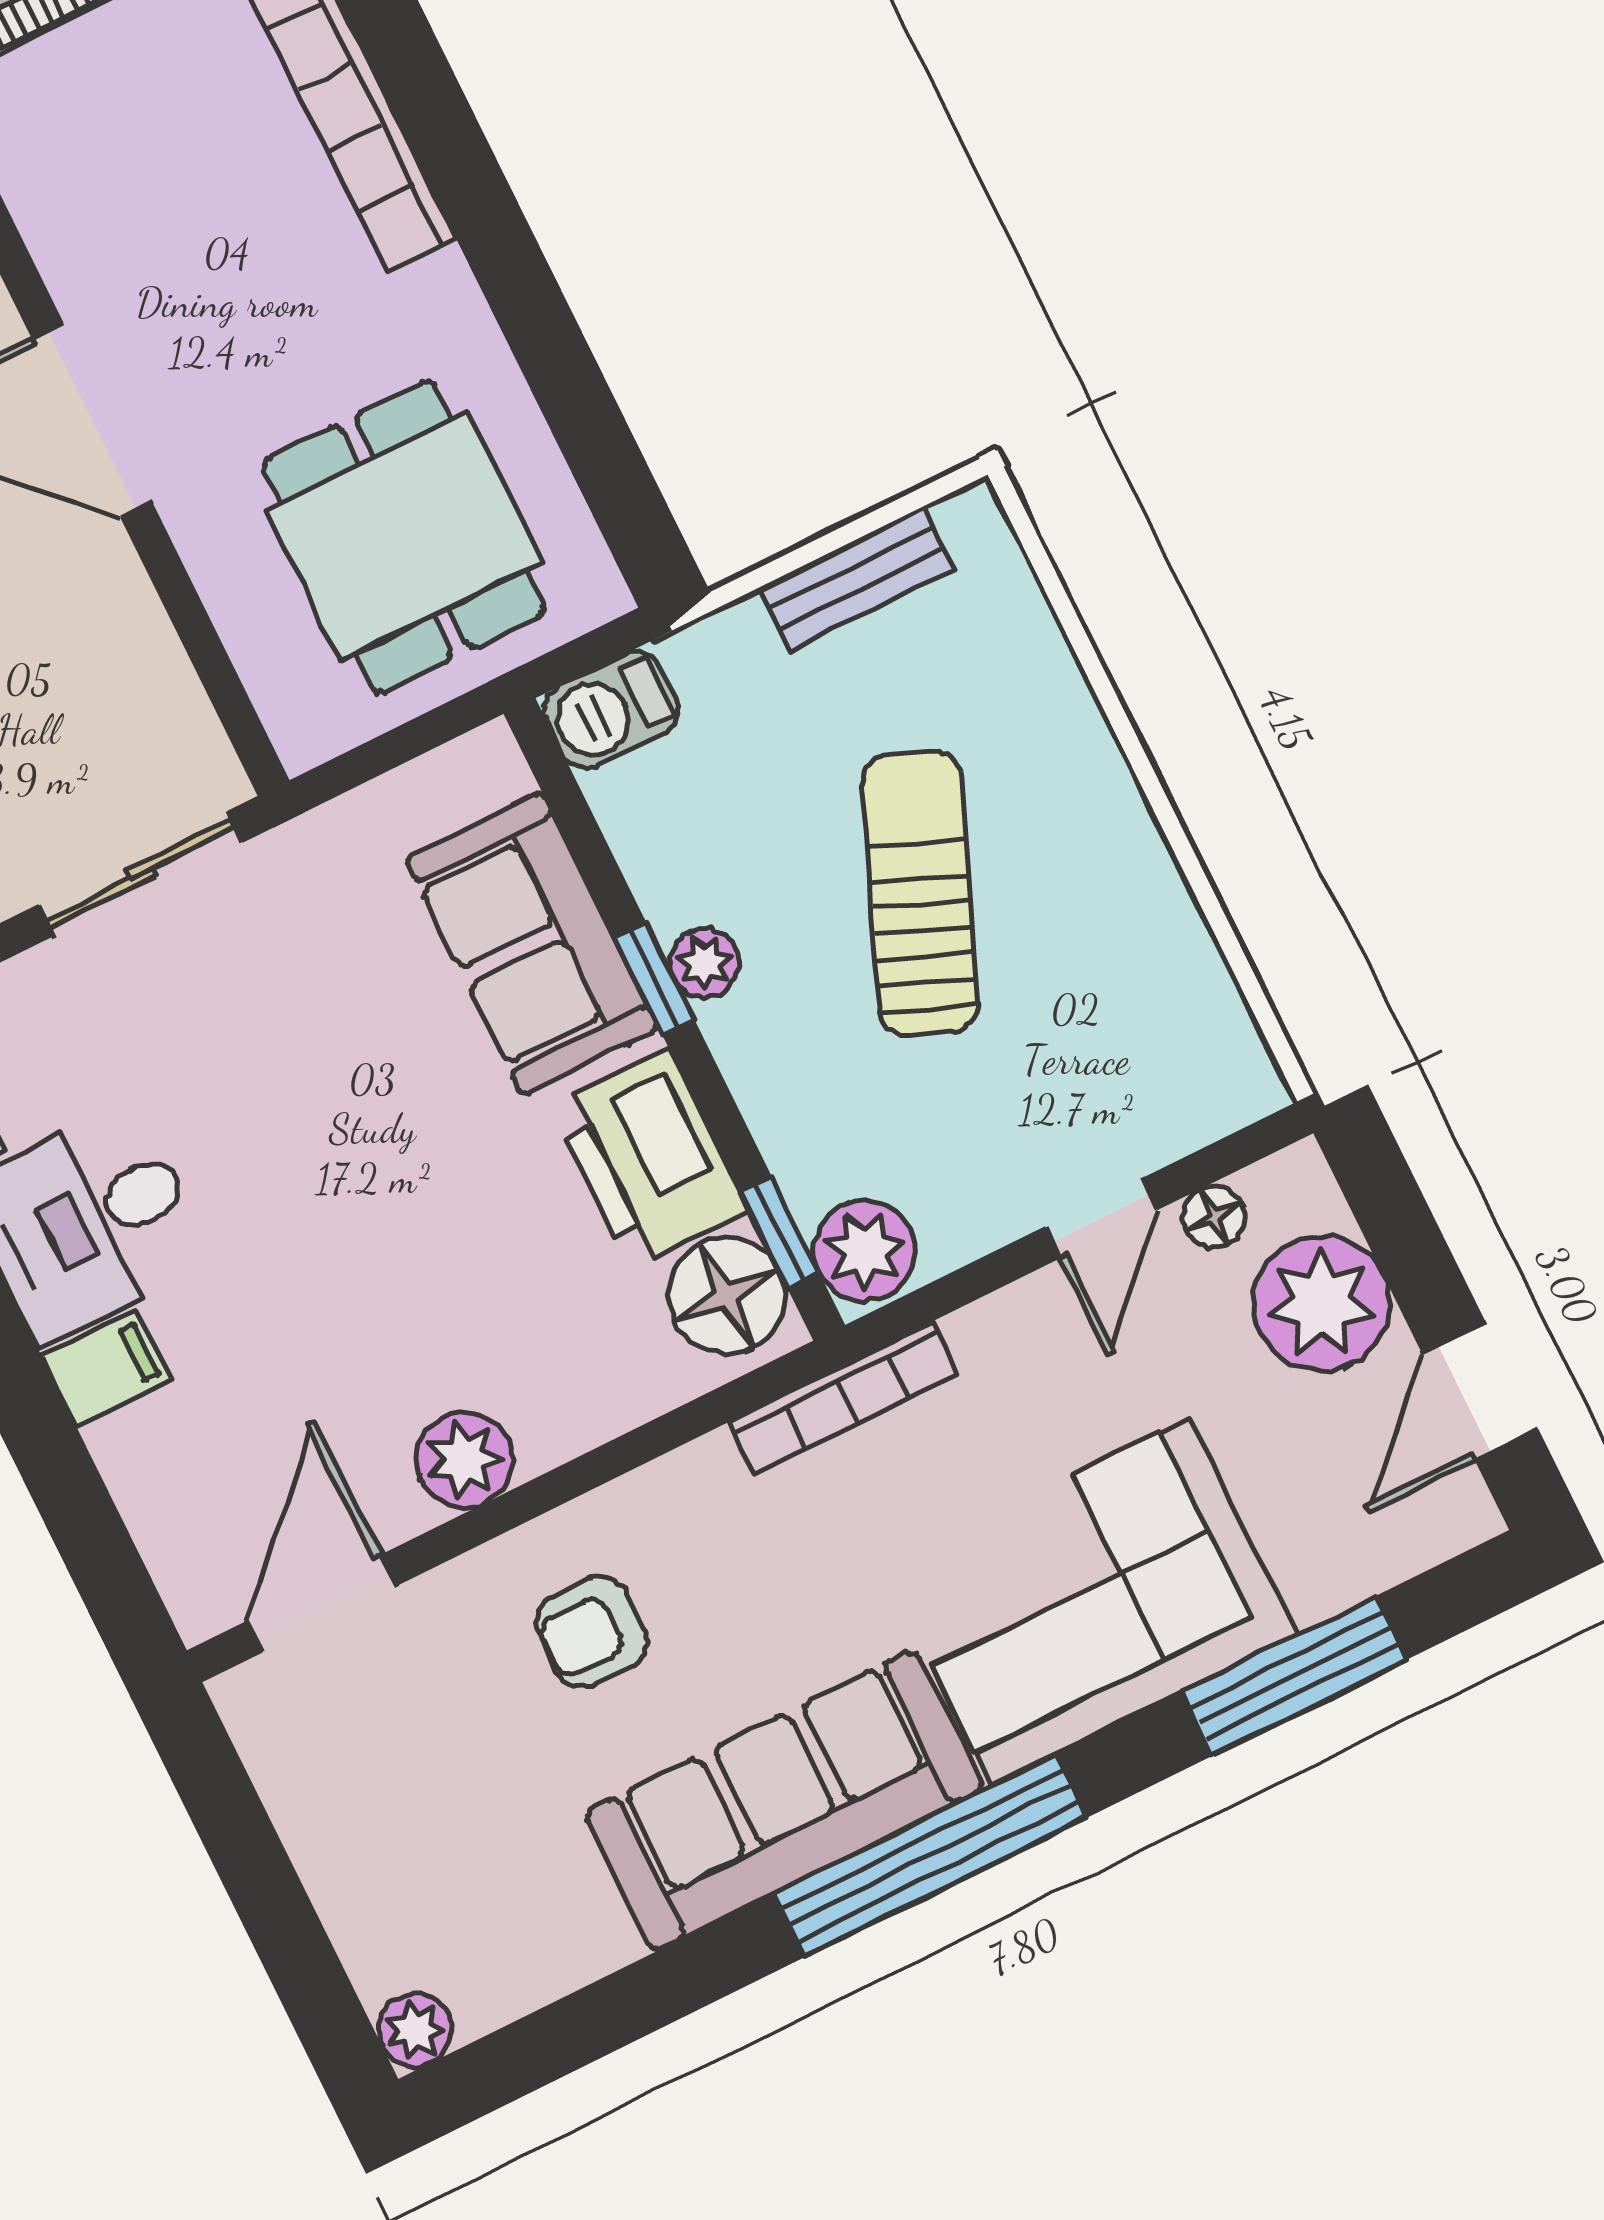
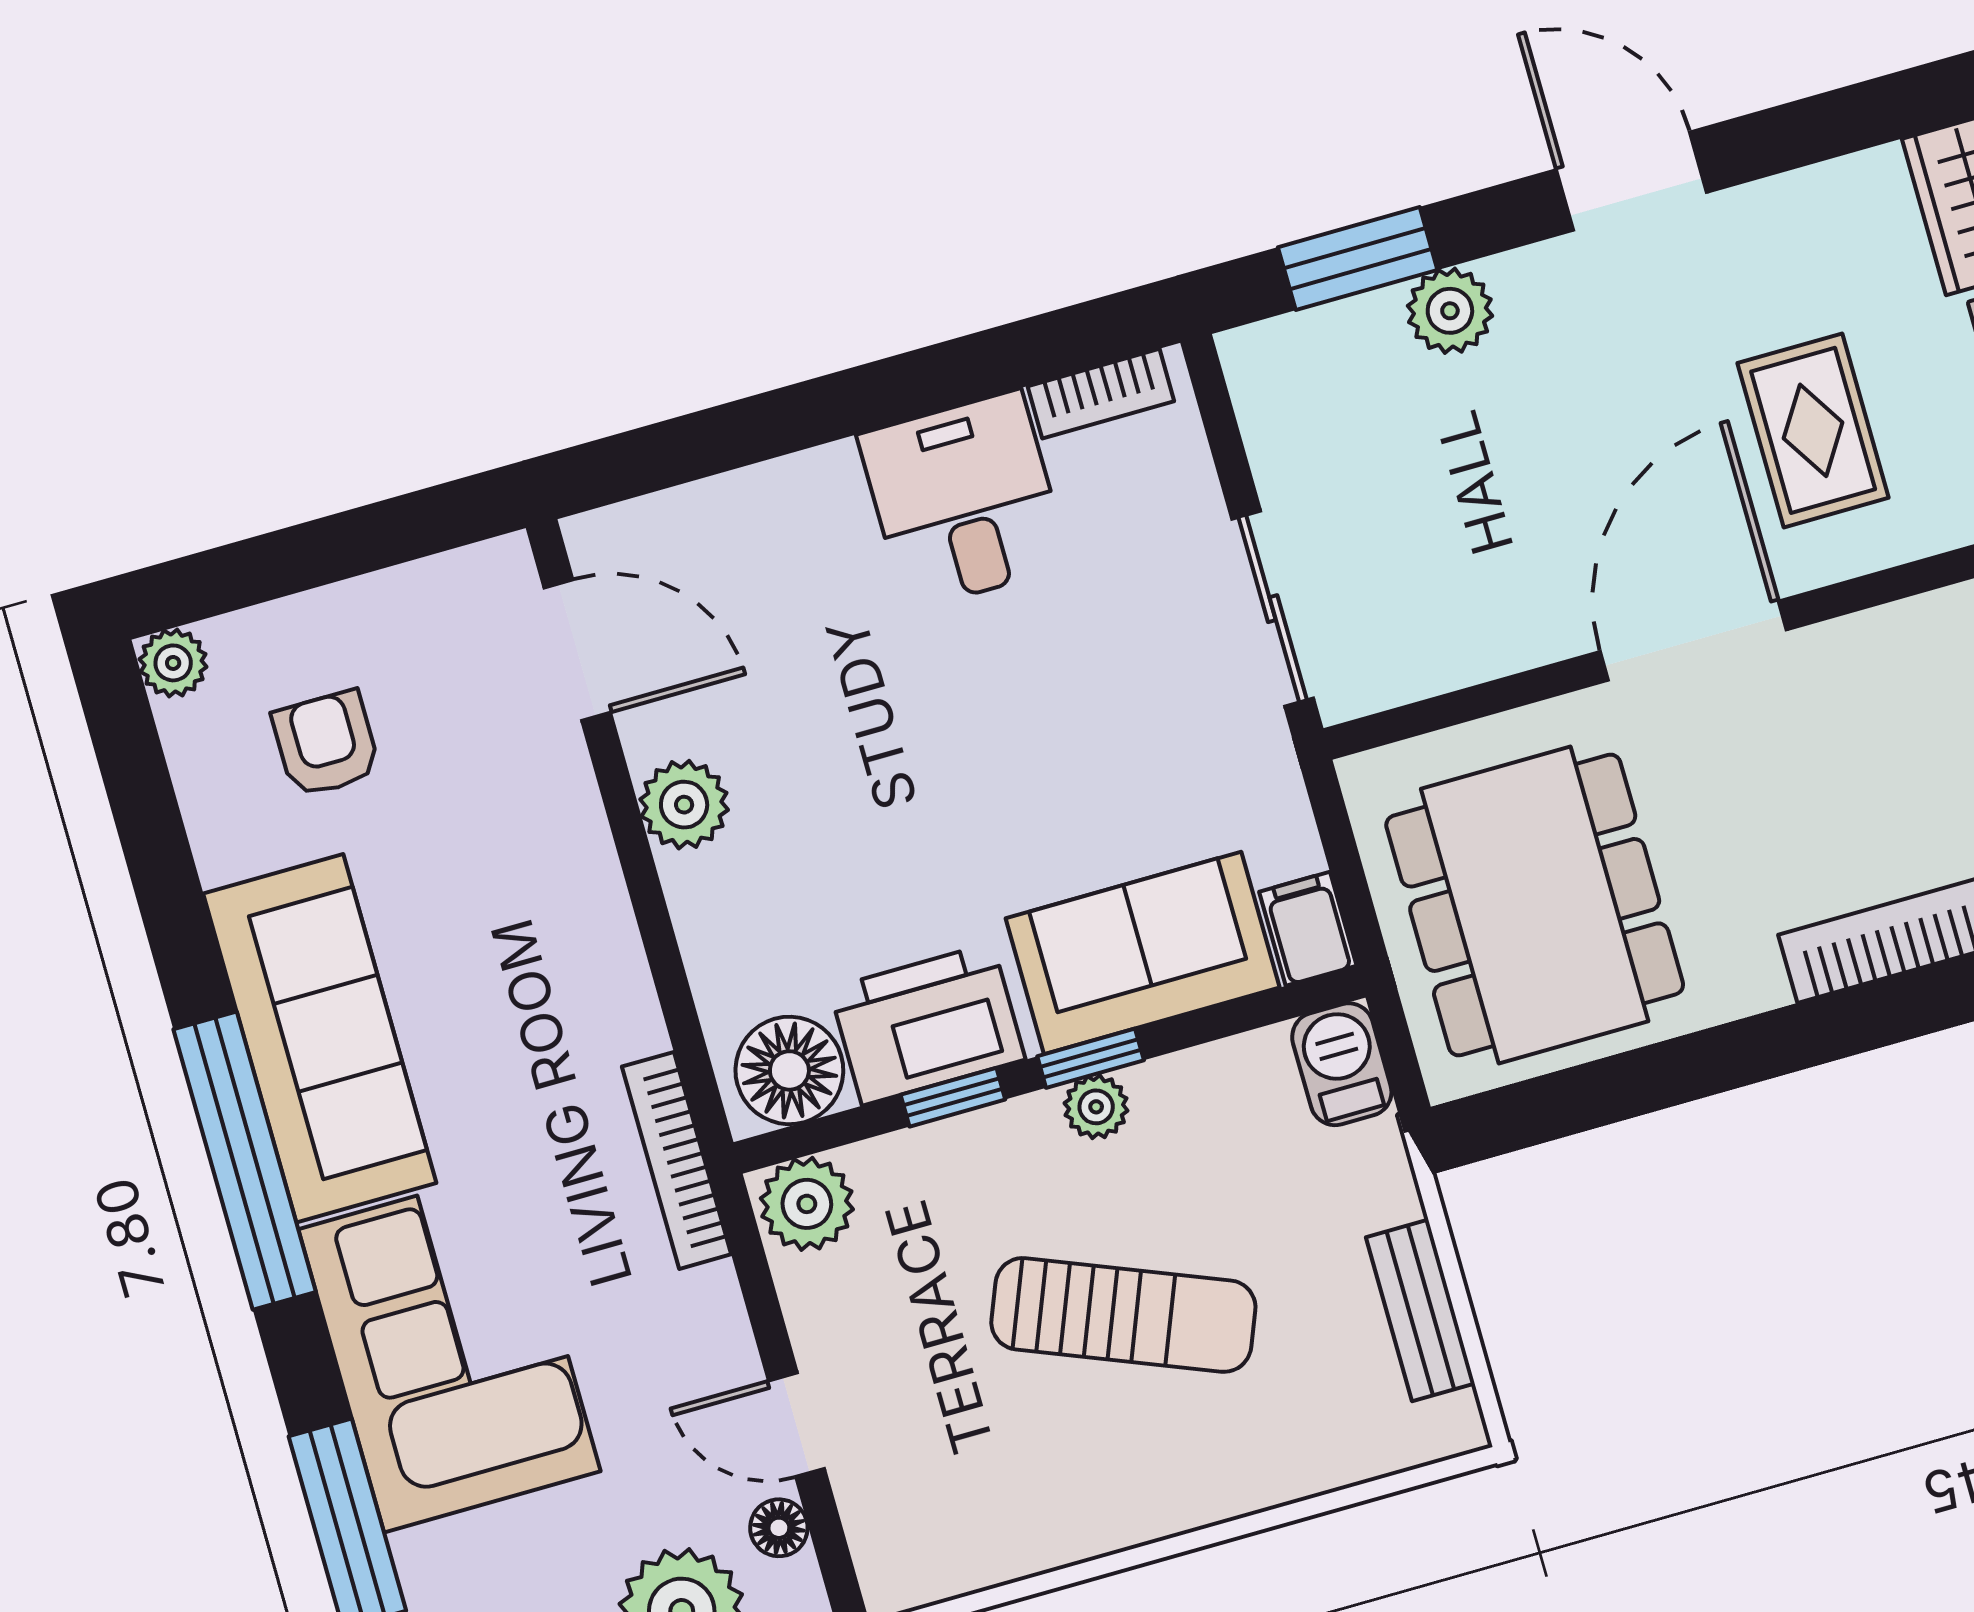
dining table: (404, 537) -> (1535, 905), width x1.38
window: (780, 1233) -> (953, 1097), moved
filing cabinet: (106, 1369) -> (1308, 929), moved, turned 180
armchair: (592, 1632) -> (326, 744), moved

